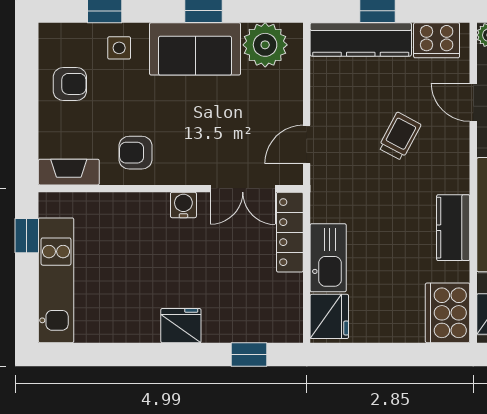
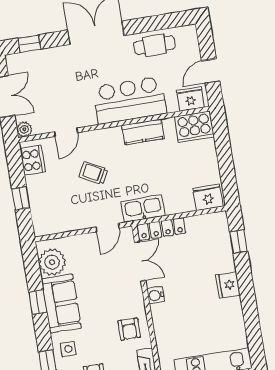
kitchen counter: (361, 39) -> (40, 206), removed
door: (307, 144) -> (107, 228), hinge flipped
kitchen sink: (328, 258) -> (143, 209), moved

